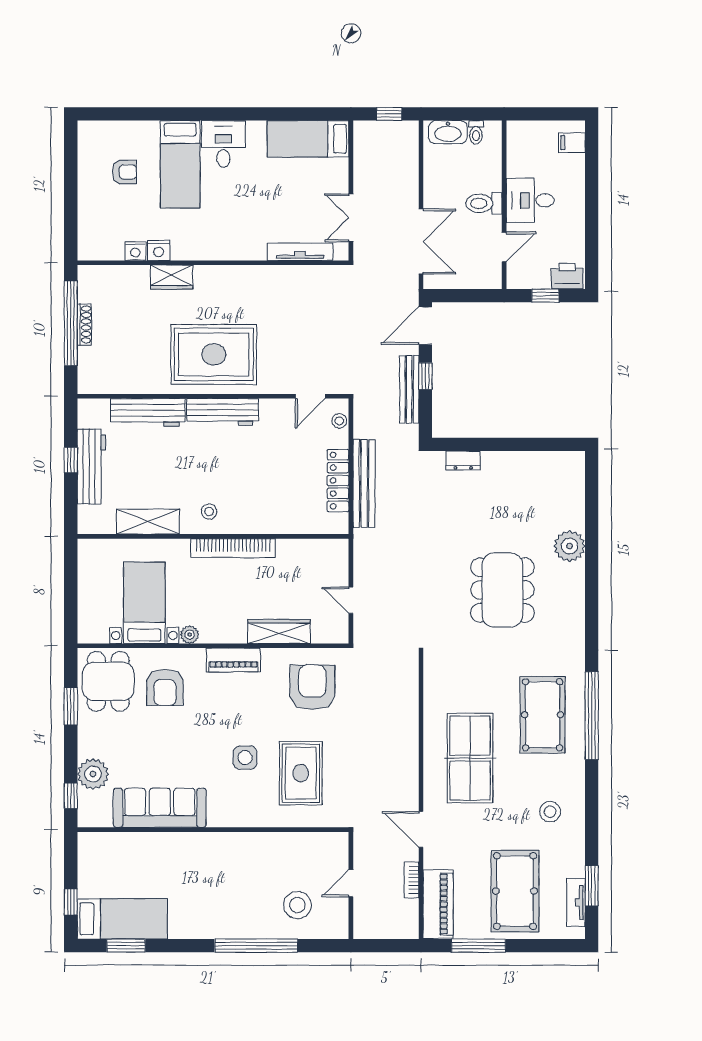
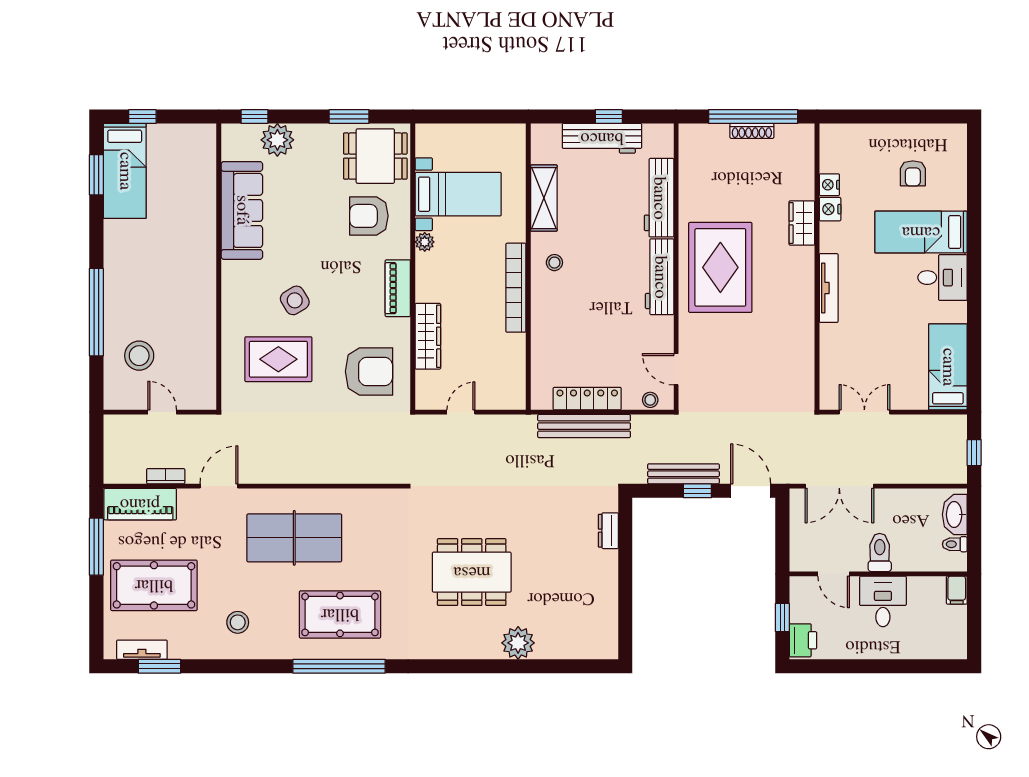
filing cabinet: (572, 143) -> (957, 590), moved, turned 180
tv unit: (300, 252) -> (829, 288), moved
side table: (245, 758) -> (295, 300), turned -31

